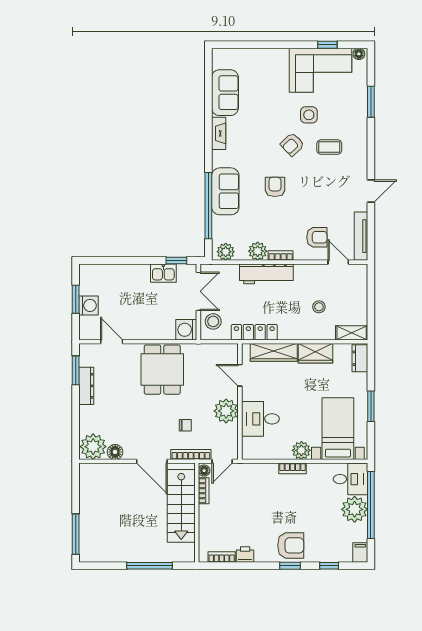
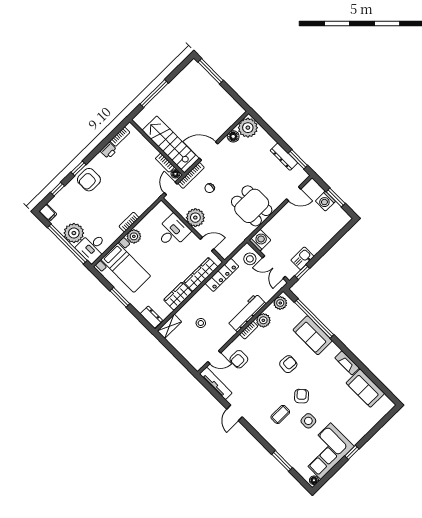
window: (327, 45) -> (352, 452), moved
armchair: (275, 187) -> (288, 364), turned -86

